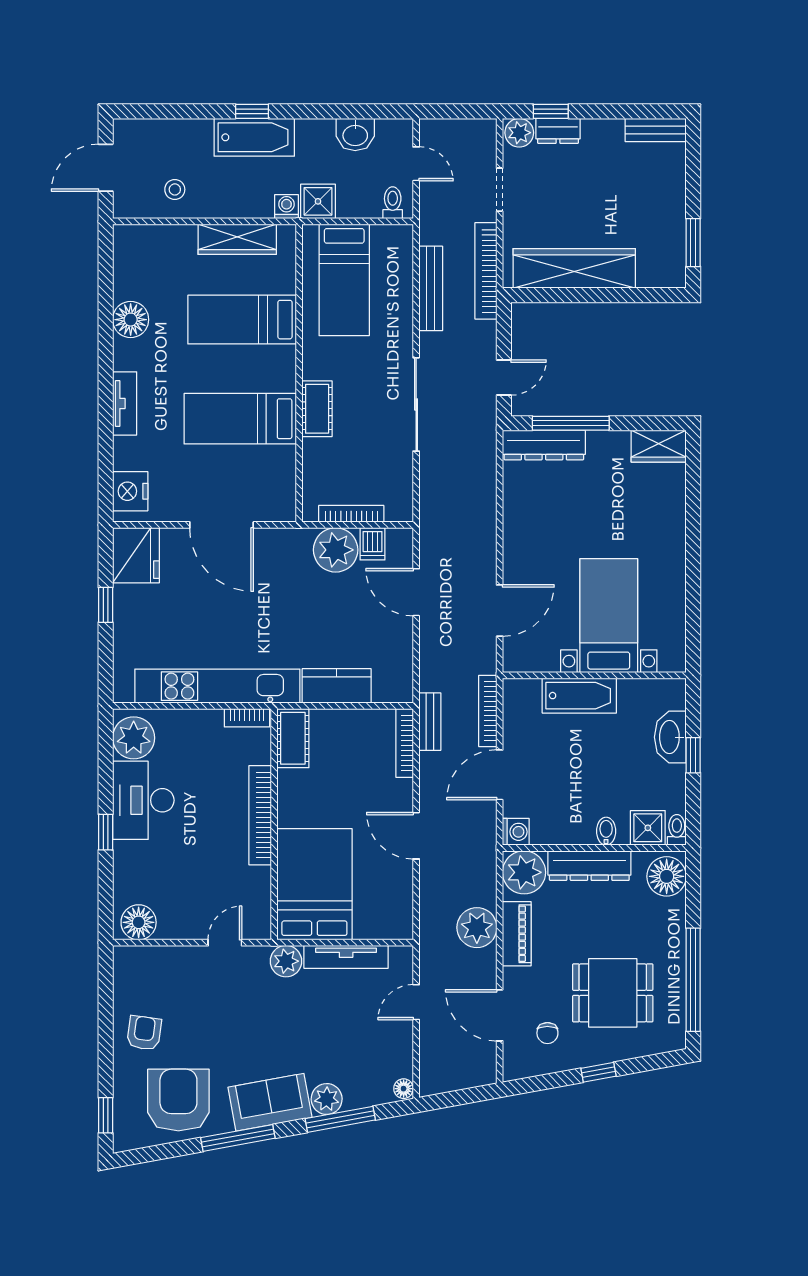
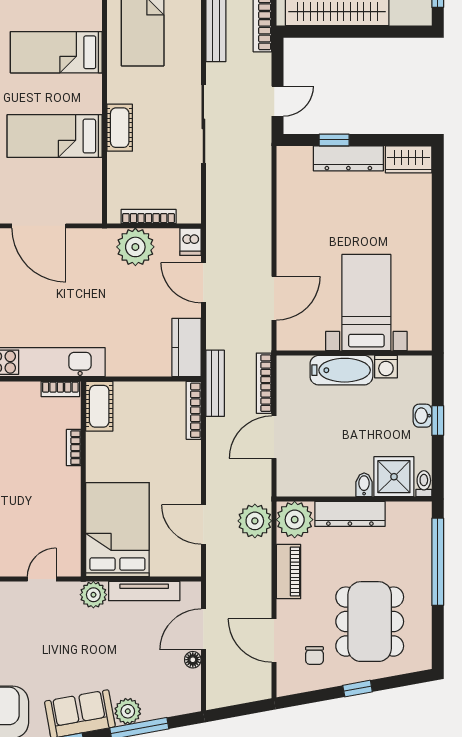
window: (571, 423) -> (334, 140), width x0.46
dresser: (544, 445) -> (348, 158), moved
dishwasher: (372, 544) -> (190, 242), moved
kitchen counter: (337, 686) -> (186, 347), moved, turned -90
bench: (430, 722) -> (215, 383), width x1.36
washbasin: (670, 737) -> (423, 416), width x0.52, depth x0.69
bookcase: (260, 815) -> (74, 448), width x0.43, depth x0.76
shower: (648, 828) -> (394, 477), width x1.36, depth x1.36
washing machine: (516, 832) -> (386, 367), moved, turned 90
door: (416, 836) -> (203, 524), moved
floor lamp: (667, 876) -> (415, 523), removed
plant: (477, 928) -> (255, 521), moved
window: (693, 980) -> (438, 562), moved
dining table: (613, 993) -> (370, 622), width x1.38
door: (416, 1002) -> (203, 629), width x1.38
floor lamp: (404, 1089) -> (193, 660), moved

